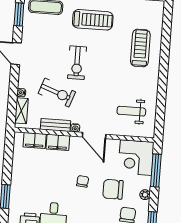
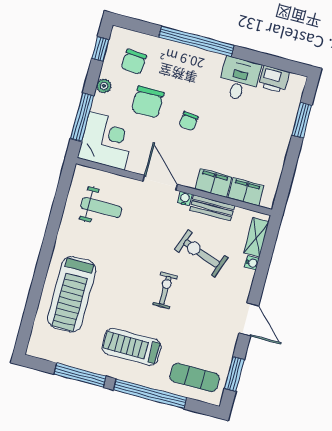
treadmill: (140, 48) -> (72, 294), width x1.37, depth x1.38
exercise bike: (77, 63) -> (165, 290), width x0.73, depth x0.72
chair: (113, 189) -> (148, 102), turned 90

